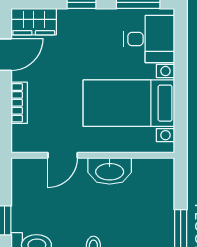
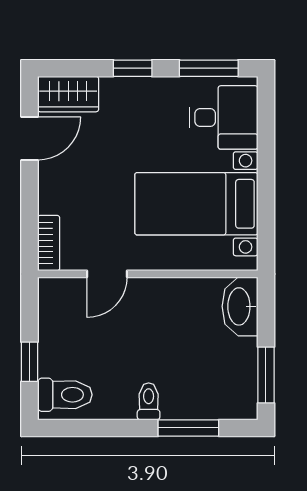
bookcase: (19, 103) -> (49, 243), moved
washbasin: (110, 171) -> (240, 306), moved, turned 90

